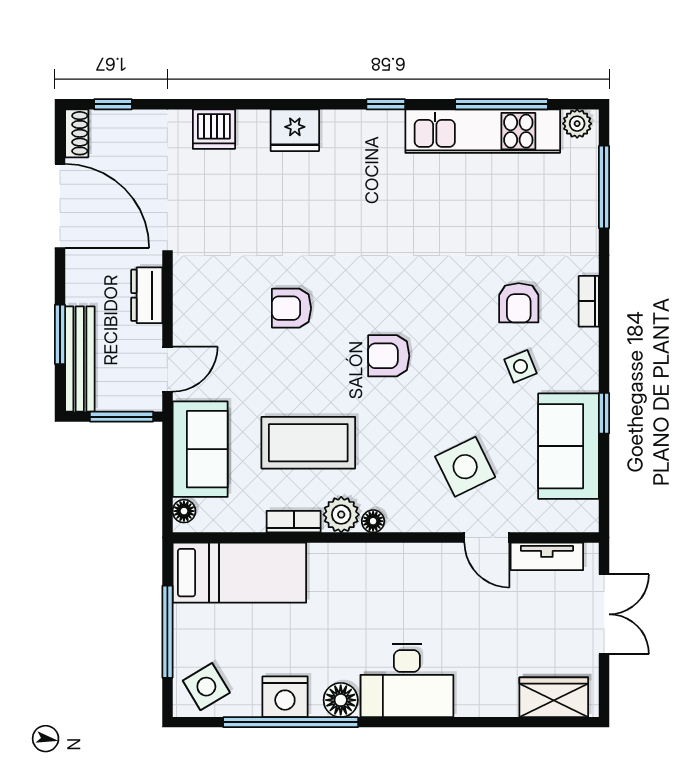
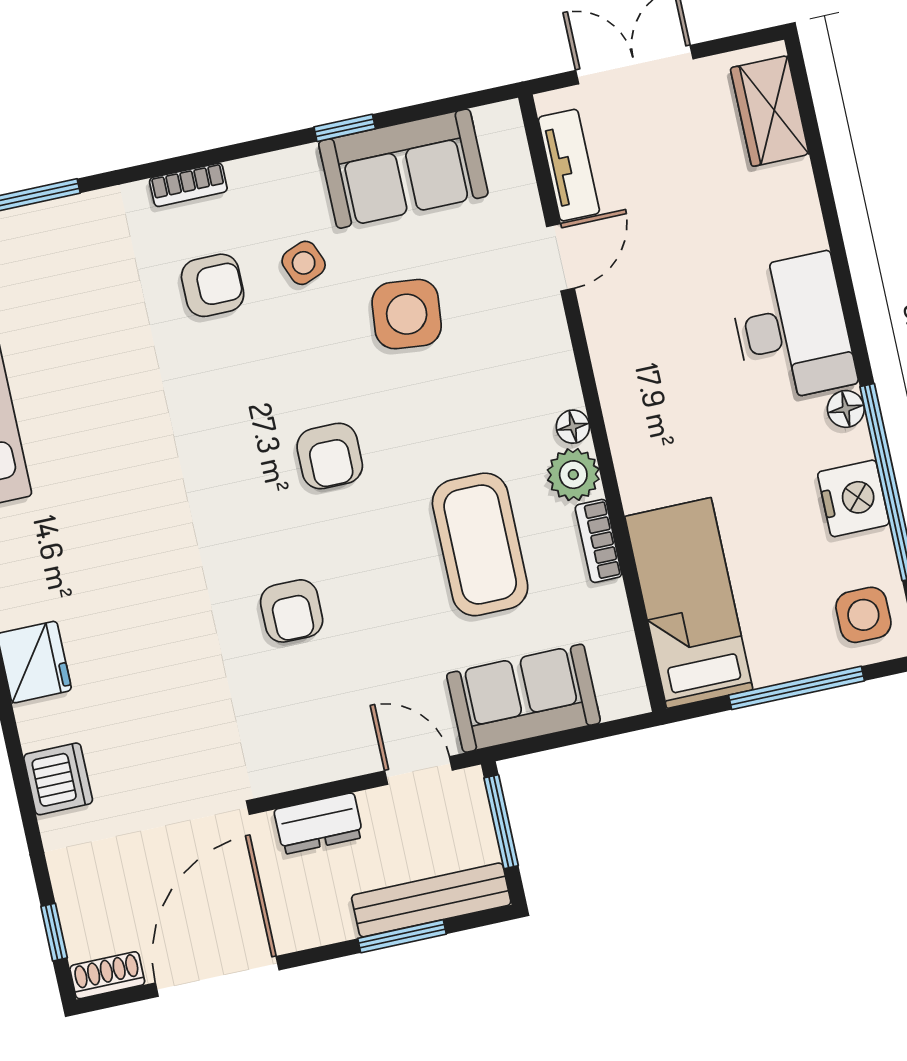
side table: (465, 467) -> (407, 314), moved, turned 32
floor lamp: (184, 511) -> (618, 702), removed
side table: (206, 687) -> (863, 615), turned 31
floor lamp: (341, 700) -> (846, 409), width x0.73, depth x0.73

